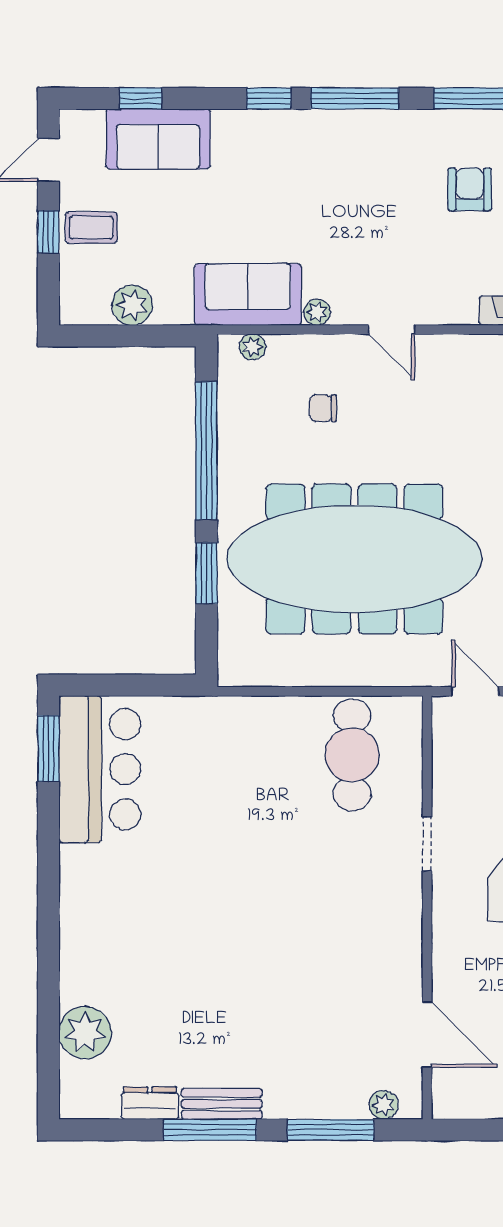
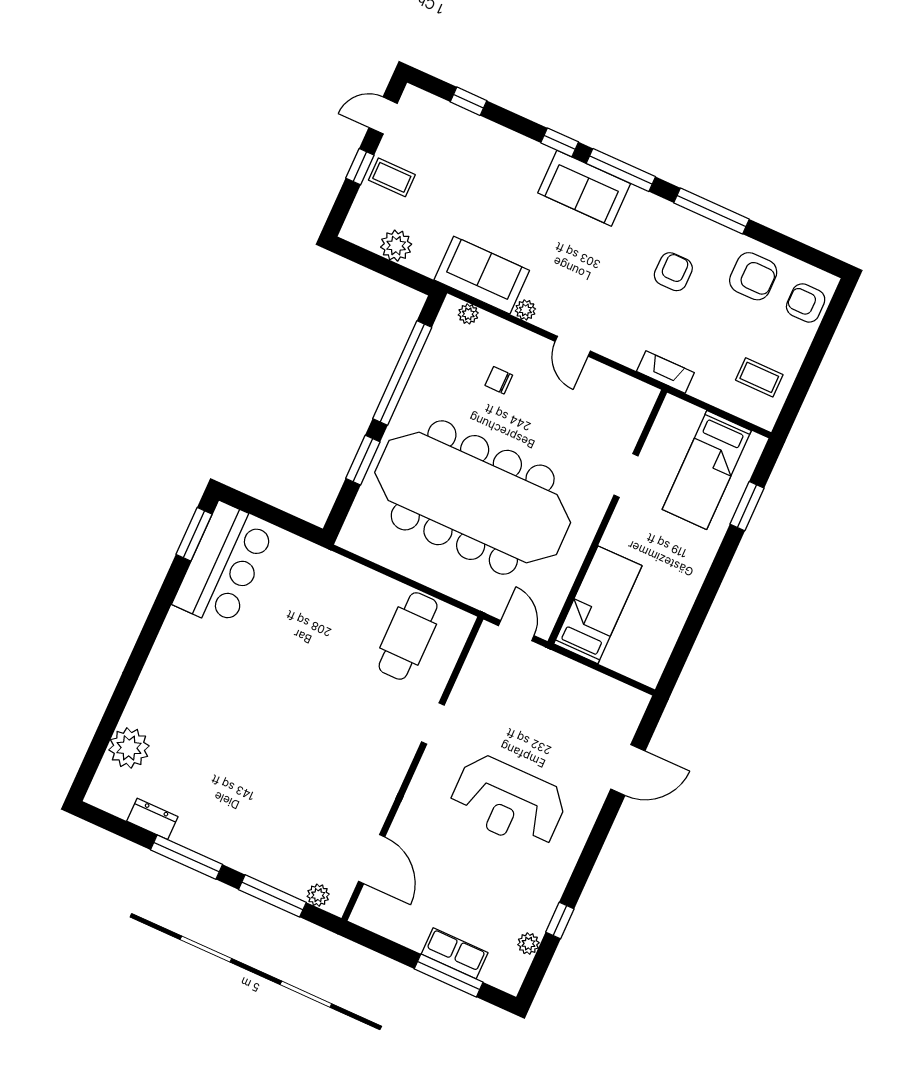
sofa: (158, 139) -> (584, 188), moved
bench: (222, 1104) -> (203, 842), removed

